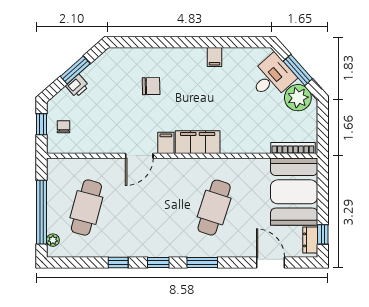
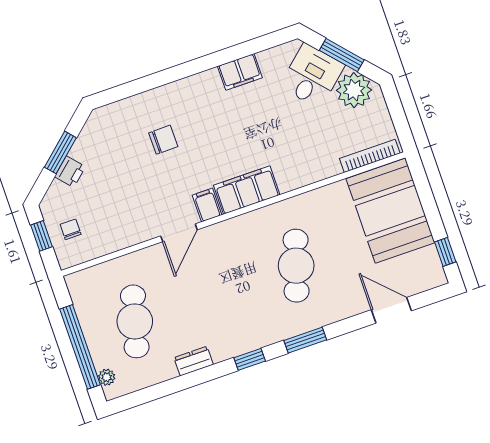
filing cabinet: (214, 57) -> (240, 72), width x2.00
dresser: (310, 240) -> (194, 361), moved, turned 90
window: (118, 262) -> (199, 377), removed

